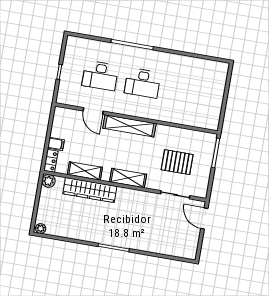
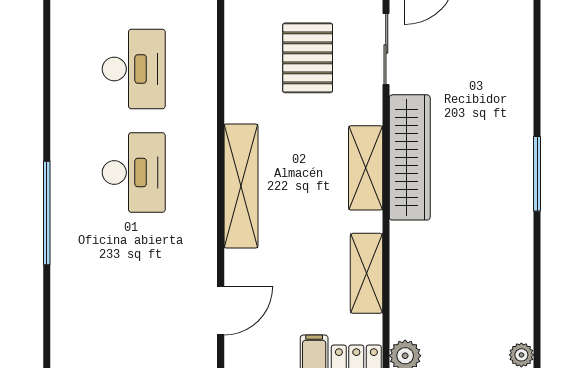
desk: (100, 76) -> (134, 69), moved
door: (93, 111) -> (221, 311), moved
wardrobe: (90, 190) -> (410, 157), moved

